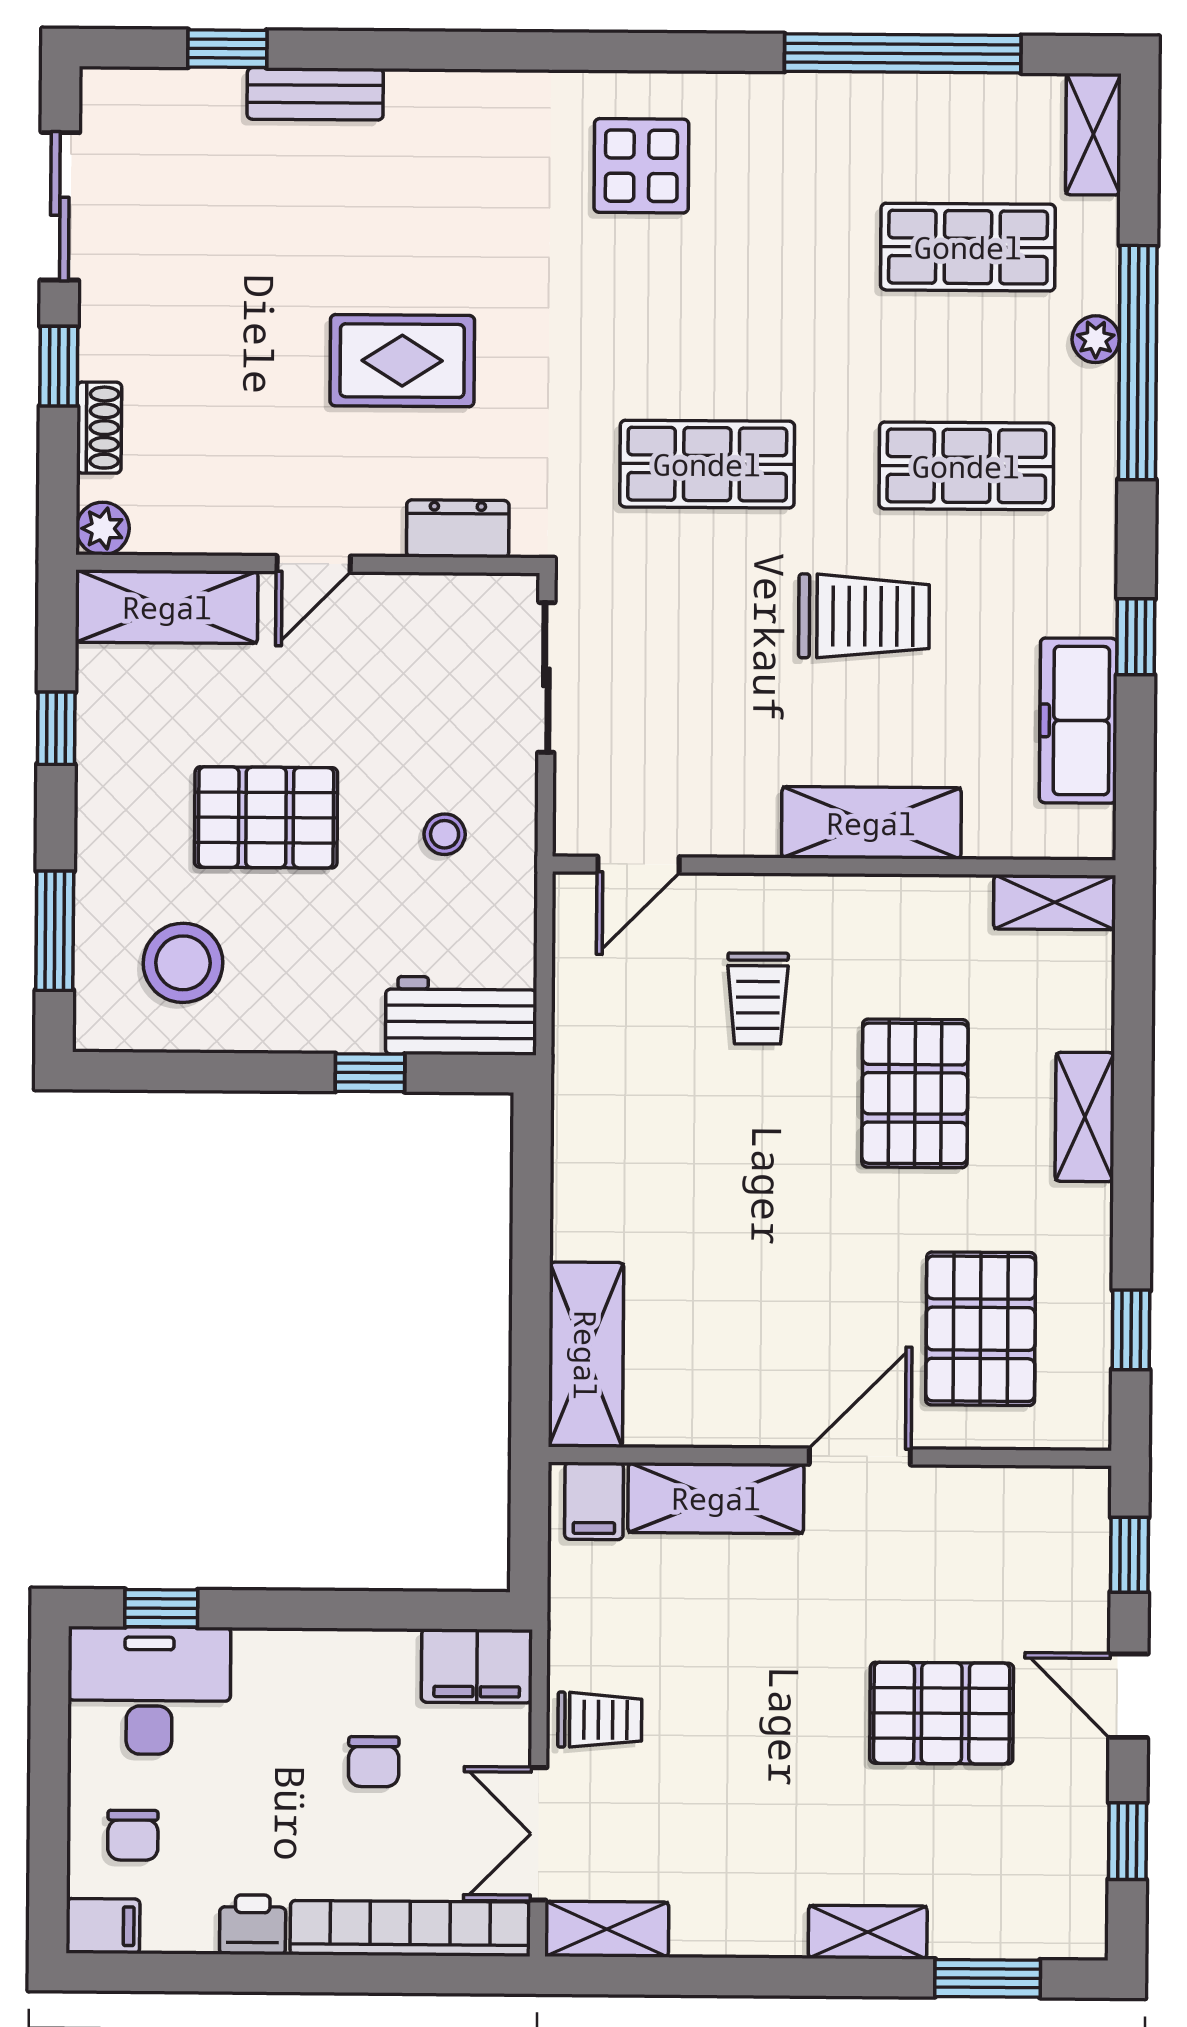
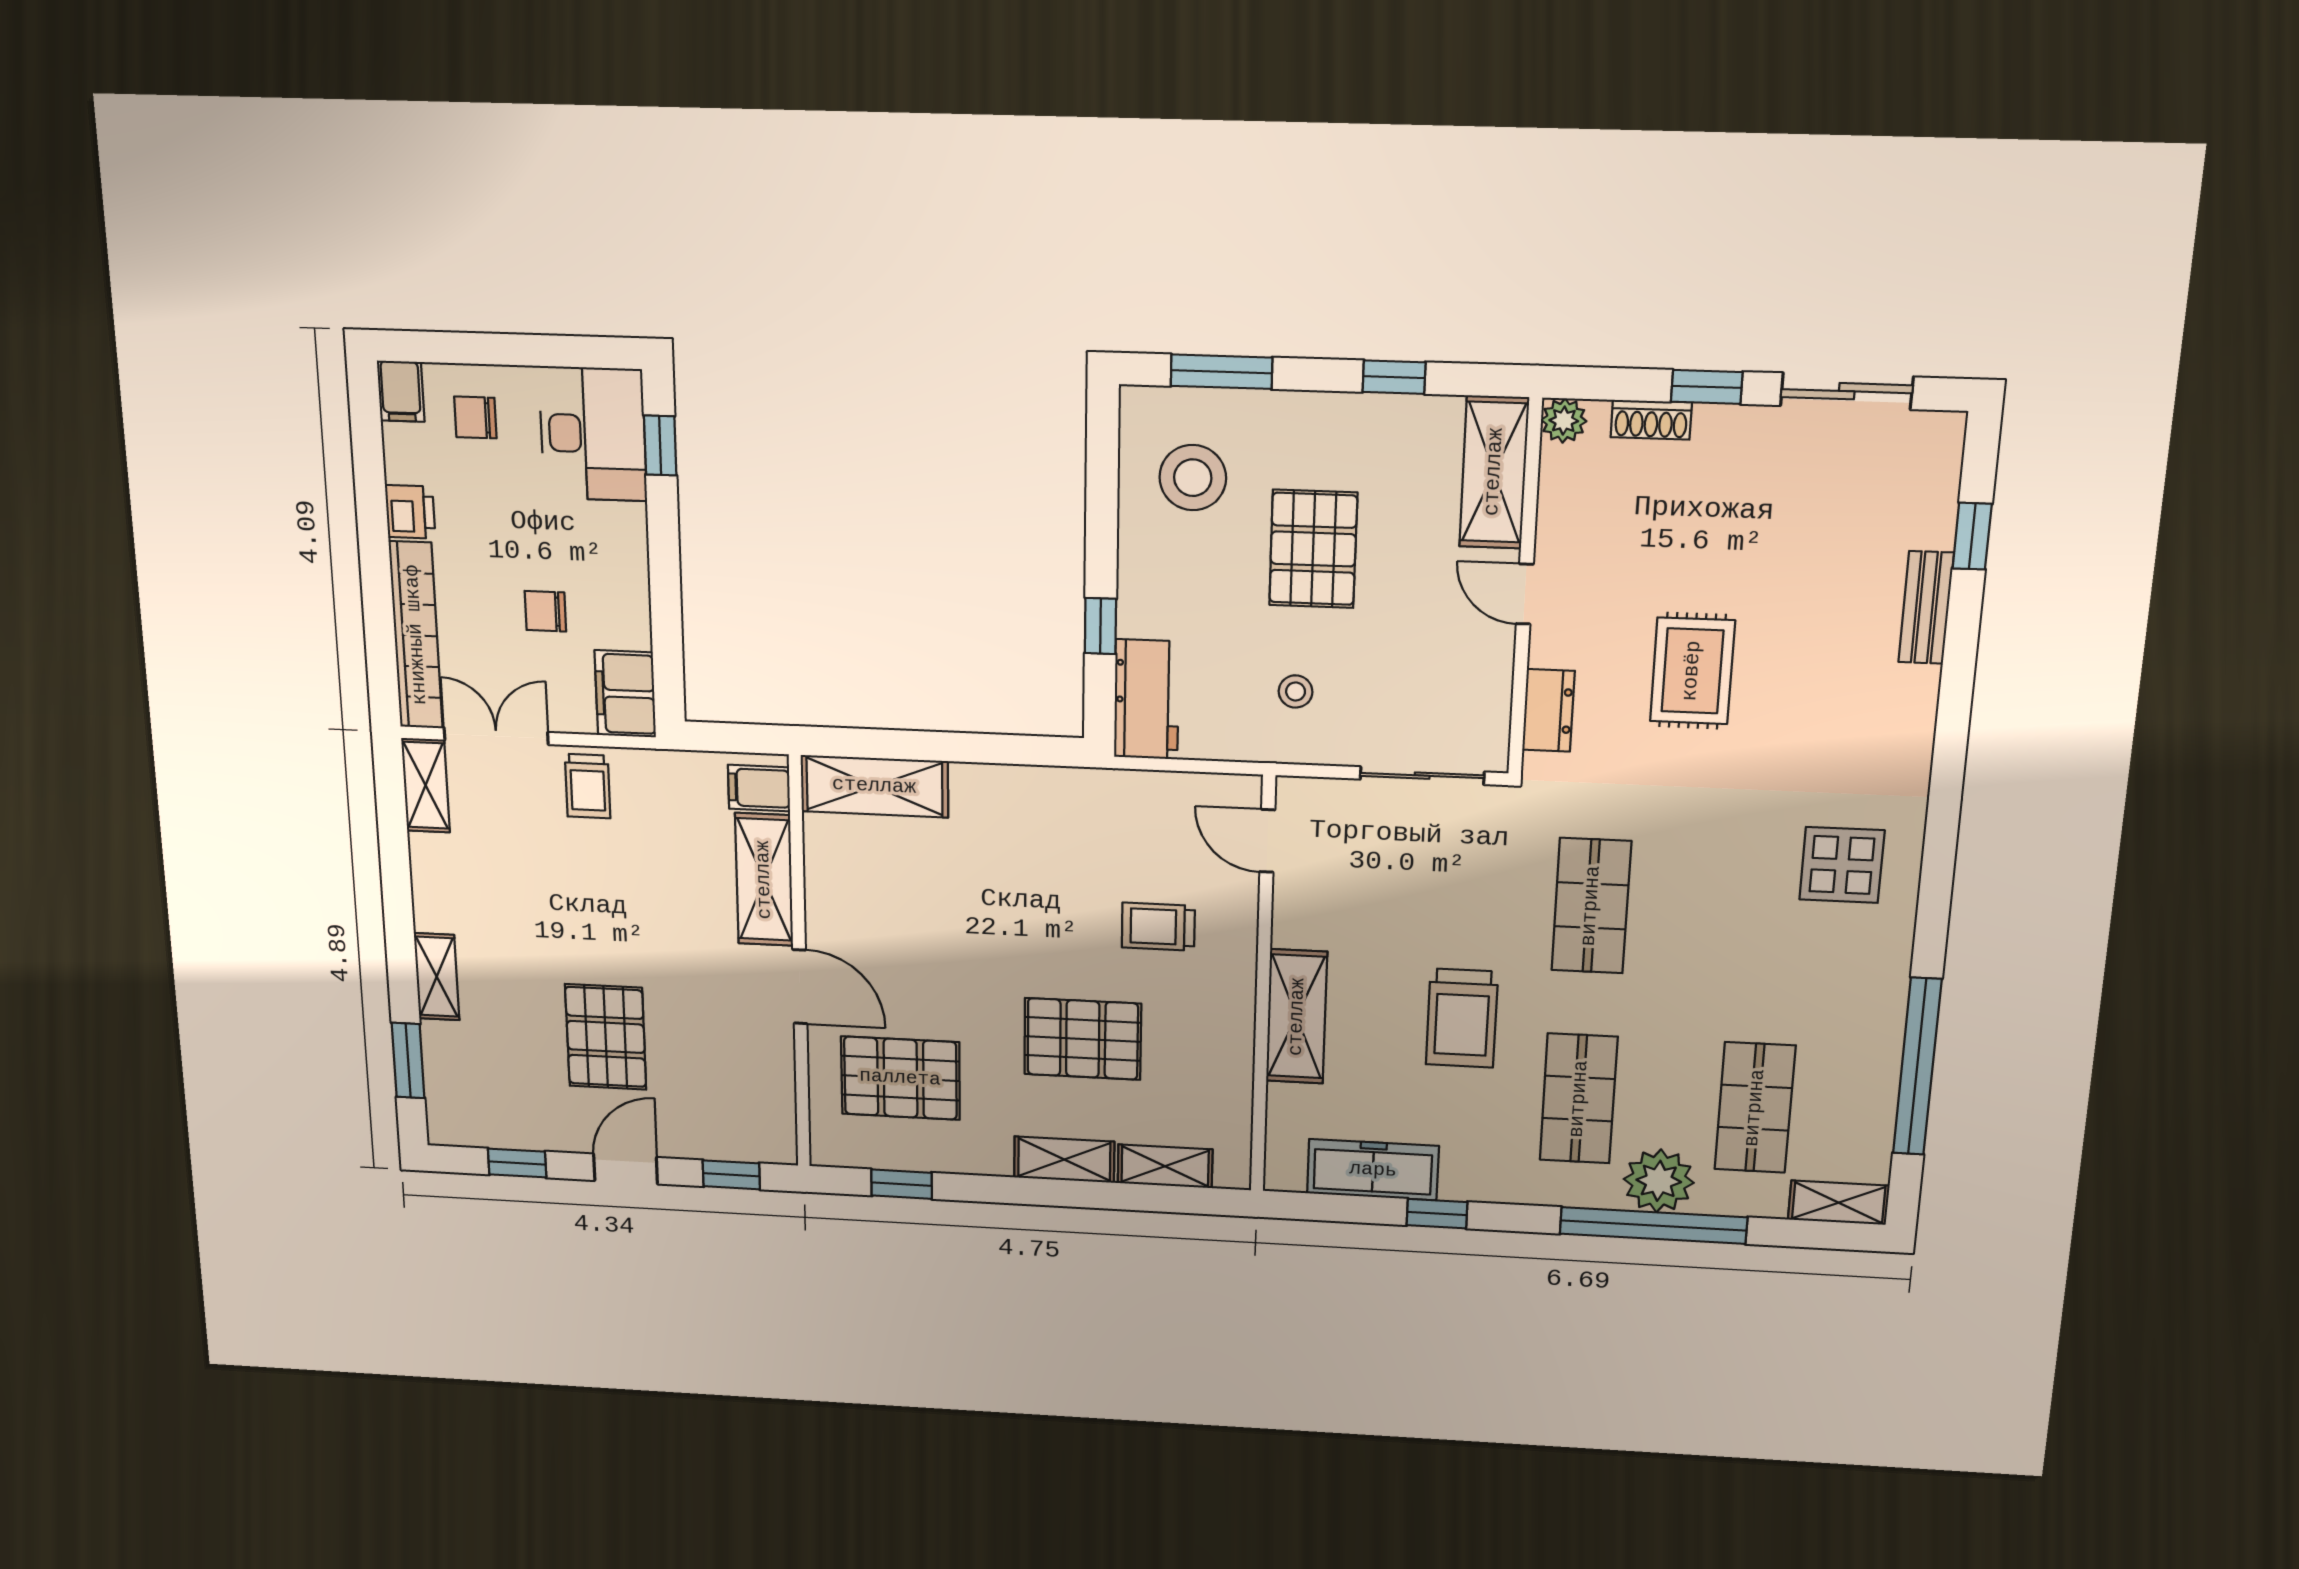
plant: (1096, 339) -> (1659, 1181), width x1.87, depth x1.87
shelving: (1055, 902) -> (1165, 1166), moved, turned 90

